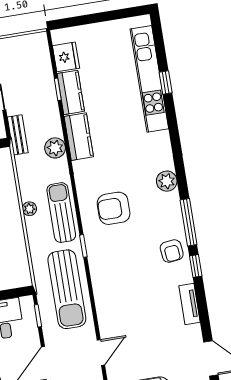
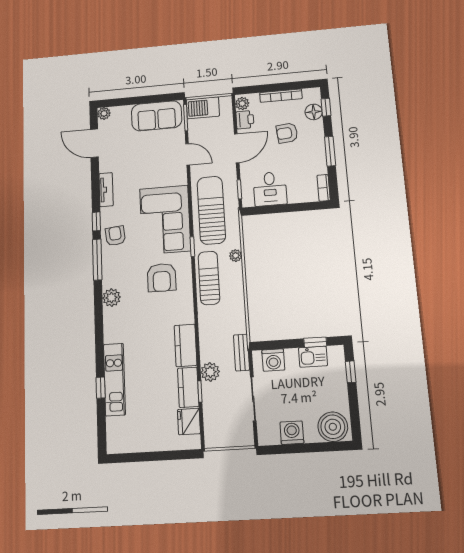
kitchen unit: (149, 79) -> (114, 379), width x0.73
plant: (55, 148) -> (210, 372), moved
armchair: (114, 208) -> (162, 278), turned 90
plant: (29, 209) -> (236, 256), moved
sun lounger: (61, 213) -> (209, 278), turned 180
corner sofa: (117, 274) -> (165, 220), added
door: (101, 353) -> (188, 154), swing flipped

